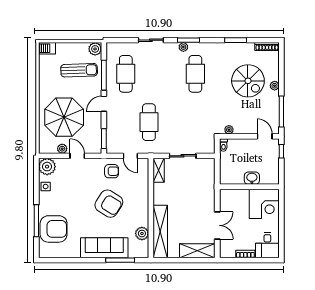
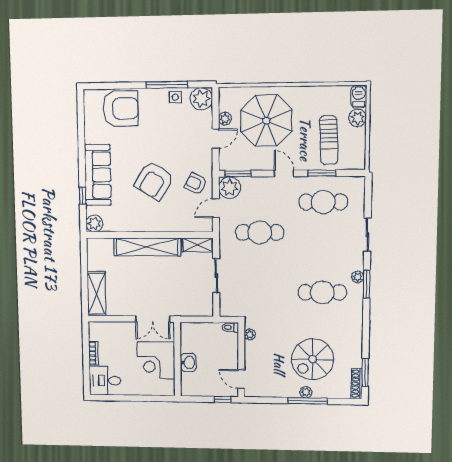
window: (236, 40) -> (365, 372), moved
plant: (95, 49) -> (358, 118), moved
window: (104, 75) -> (322, 173), width x0.69
window: (281, 111) -> (308, 401), moved
door: (265, 136) -> (241, 379), swing flipped
plant: (114, 145) -> (230, 188), added
armchair: (112, 171) -> (196, 184), turned 117
corner desk: (264, 204) -> (156, 360), moved
window: (36, 221) -> (167, 85), moved
double door: (217, 225) -> (153, 319), moved
armchair: (54, 229) -> (121, 109), turned -90
shelving: (160, 231) -> (147, 247), moved
plant: (142, 234) -> (94, 224), moved
window: (120, 260) -> (83, 196), width x0.46

